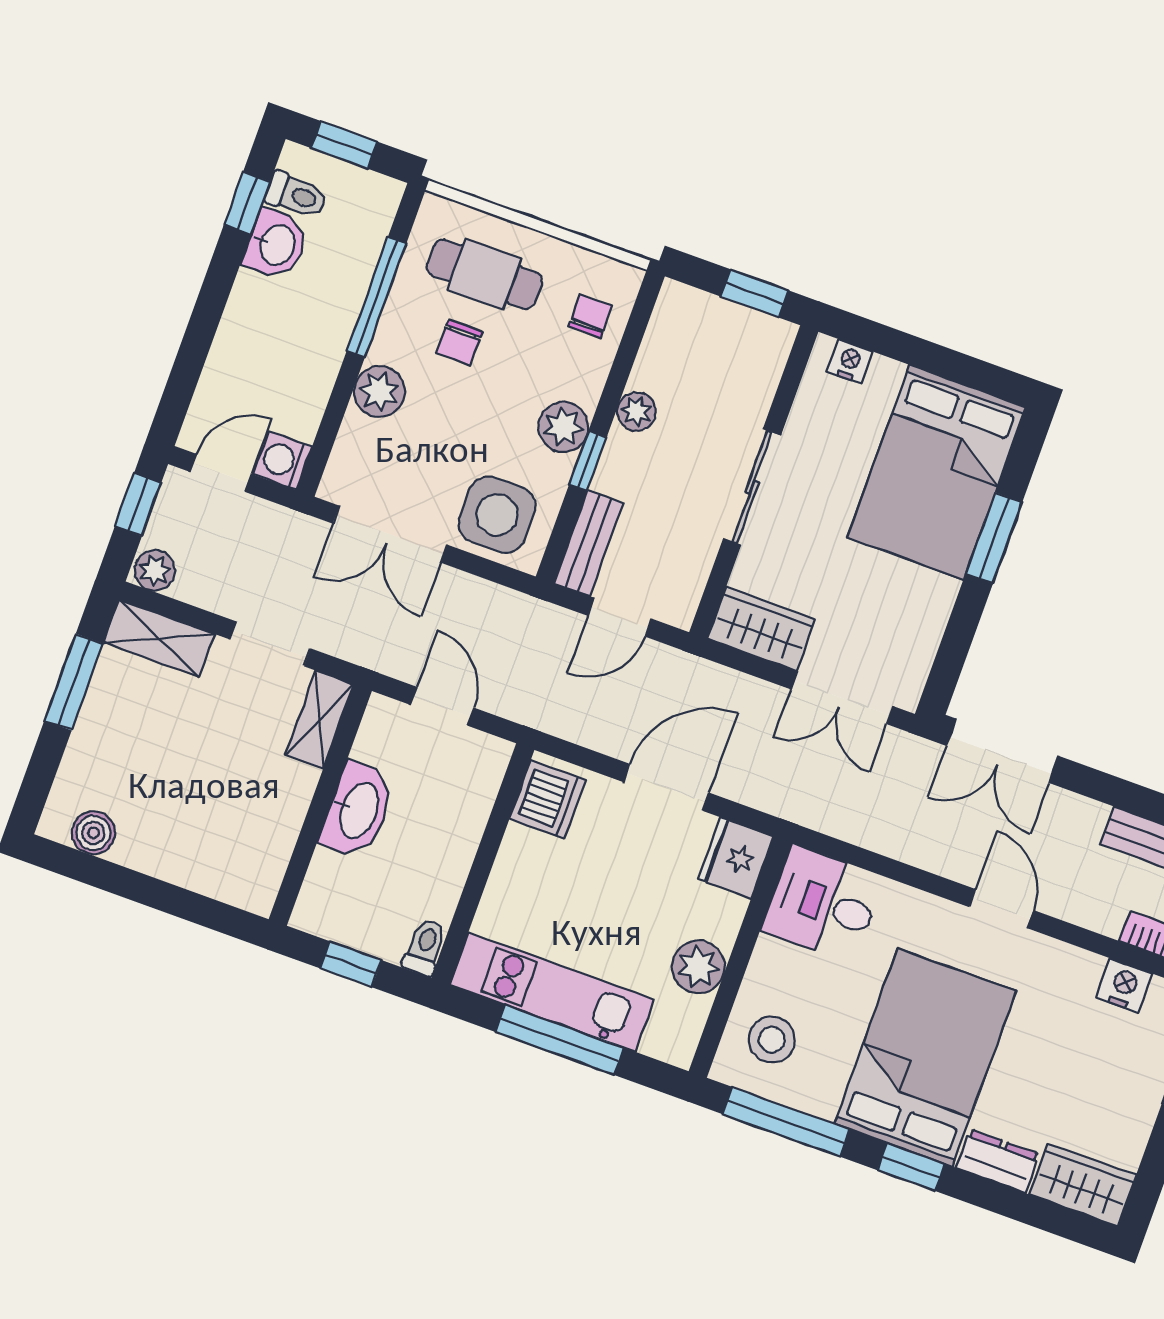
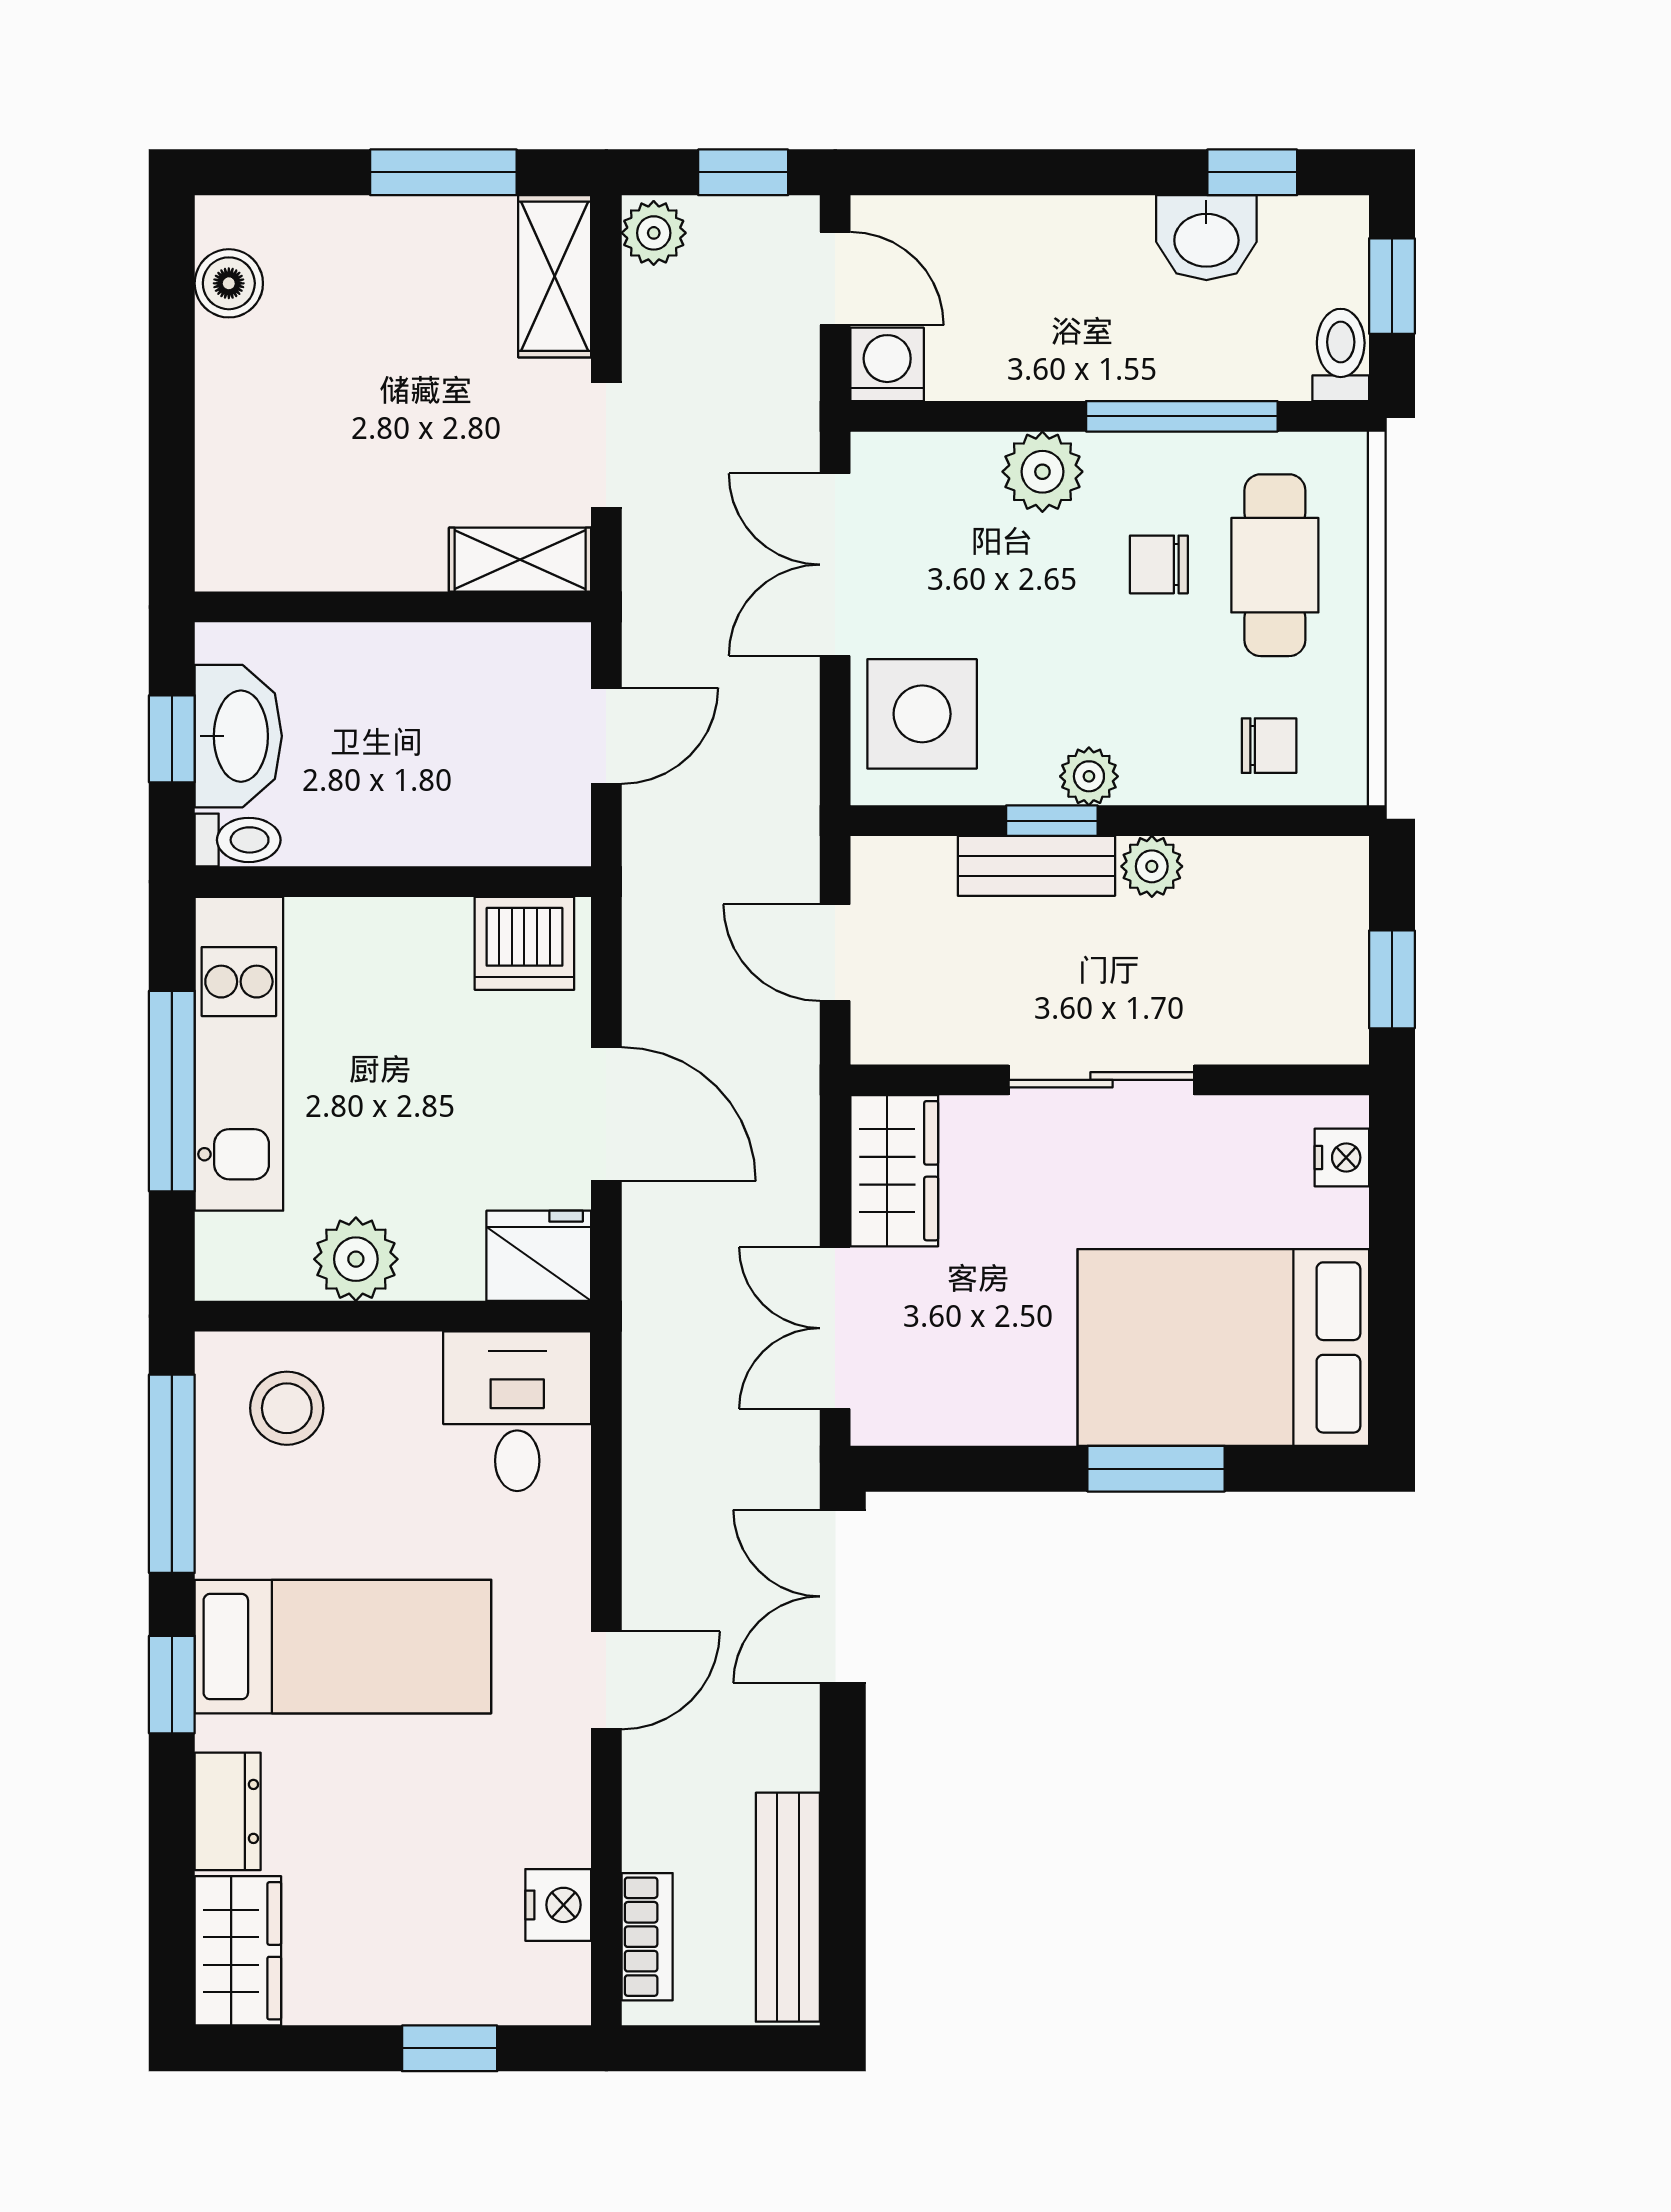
toilet: (296, 195) -> (1341, 355), moved, turned 180
plant: (563, 427) -> (1089, 776), width x0.73, depth x0.73
bench: (588, 543) -> (1036, 866), moved
washbasin: (358, 810) -> (238, 736), moved, turned -90
bed: (925, 1058) -> (343, 1647), width x0.67

